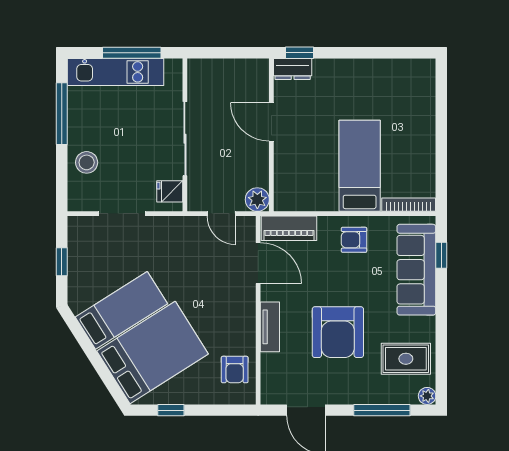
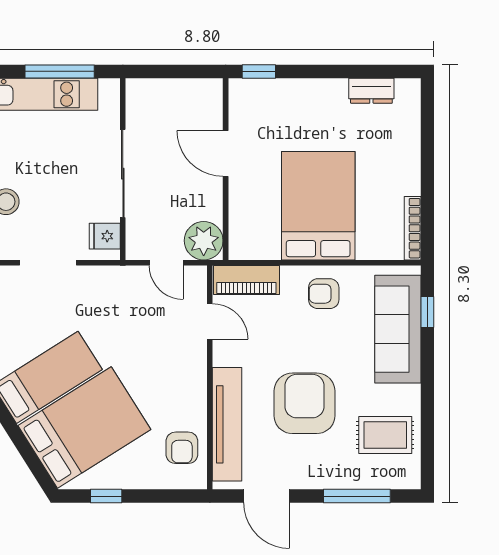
dresser: (293, 69) -> (371, 91), moved
bed: (360, 166) -> (318, 206), width x1.50
plant: (257, 200) -> (204, 241), width x1.36, depth x1.36
bookcase: (409, 205) -> (413, 228), moved, turned -90
door: (258, 263) -> (210, 321), width x0.73
tv unit: (270, 327) -> (227, 424), width x1.92, depth x1.29
armchair: (338, 332) -> (304, 403), turned 180
plant: (427, 396) -> (410, 479), removed

